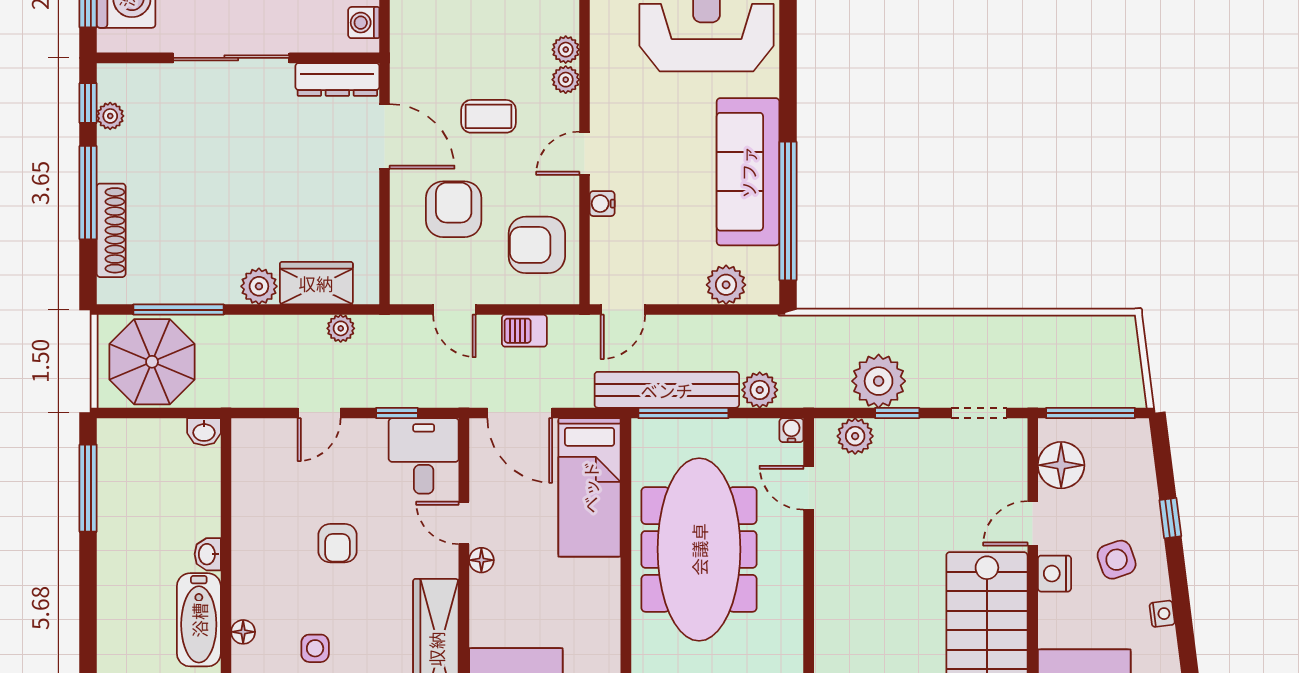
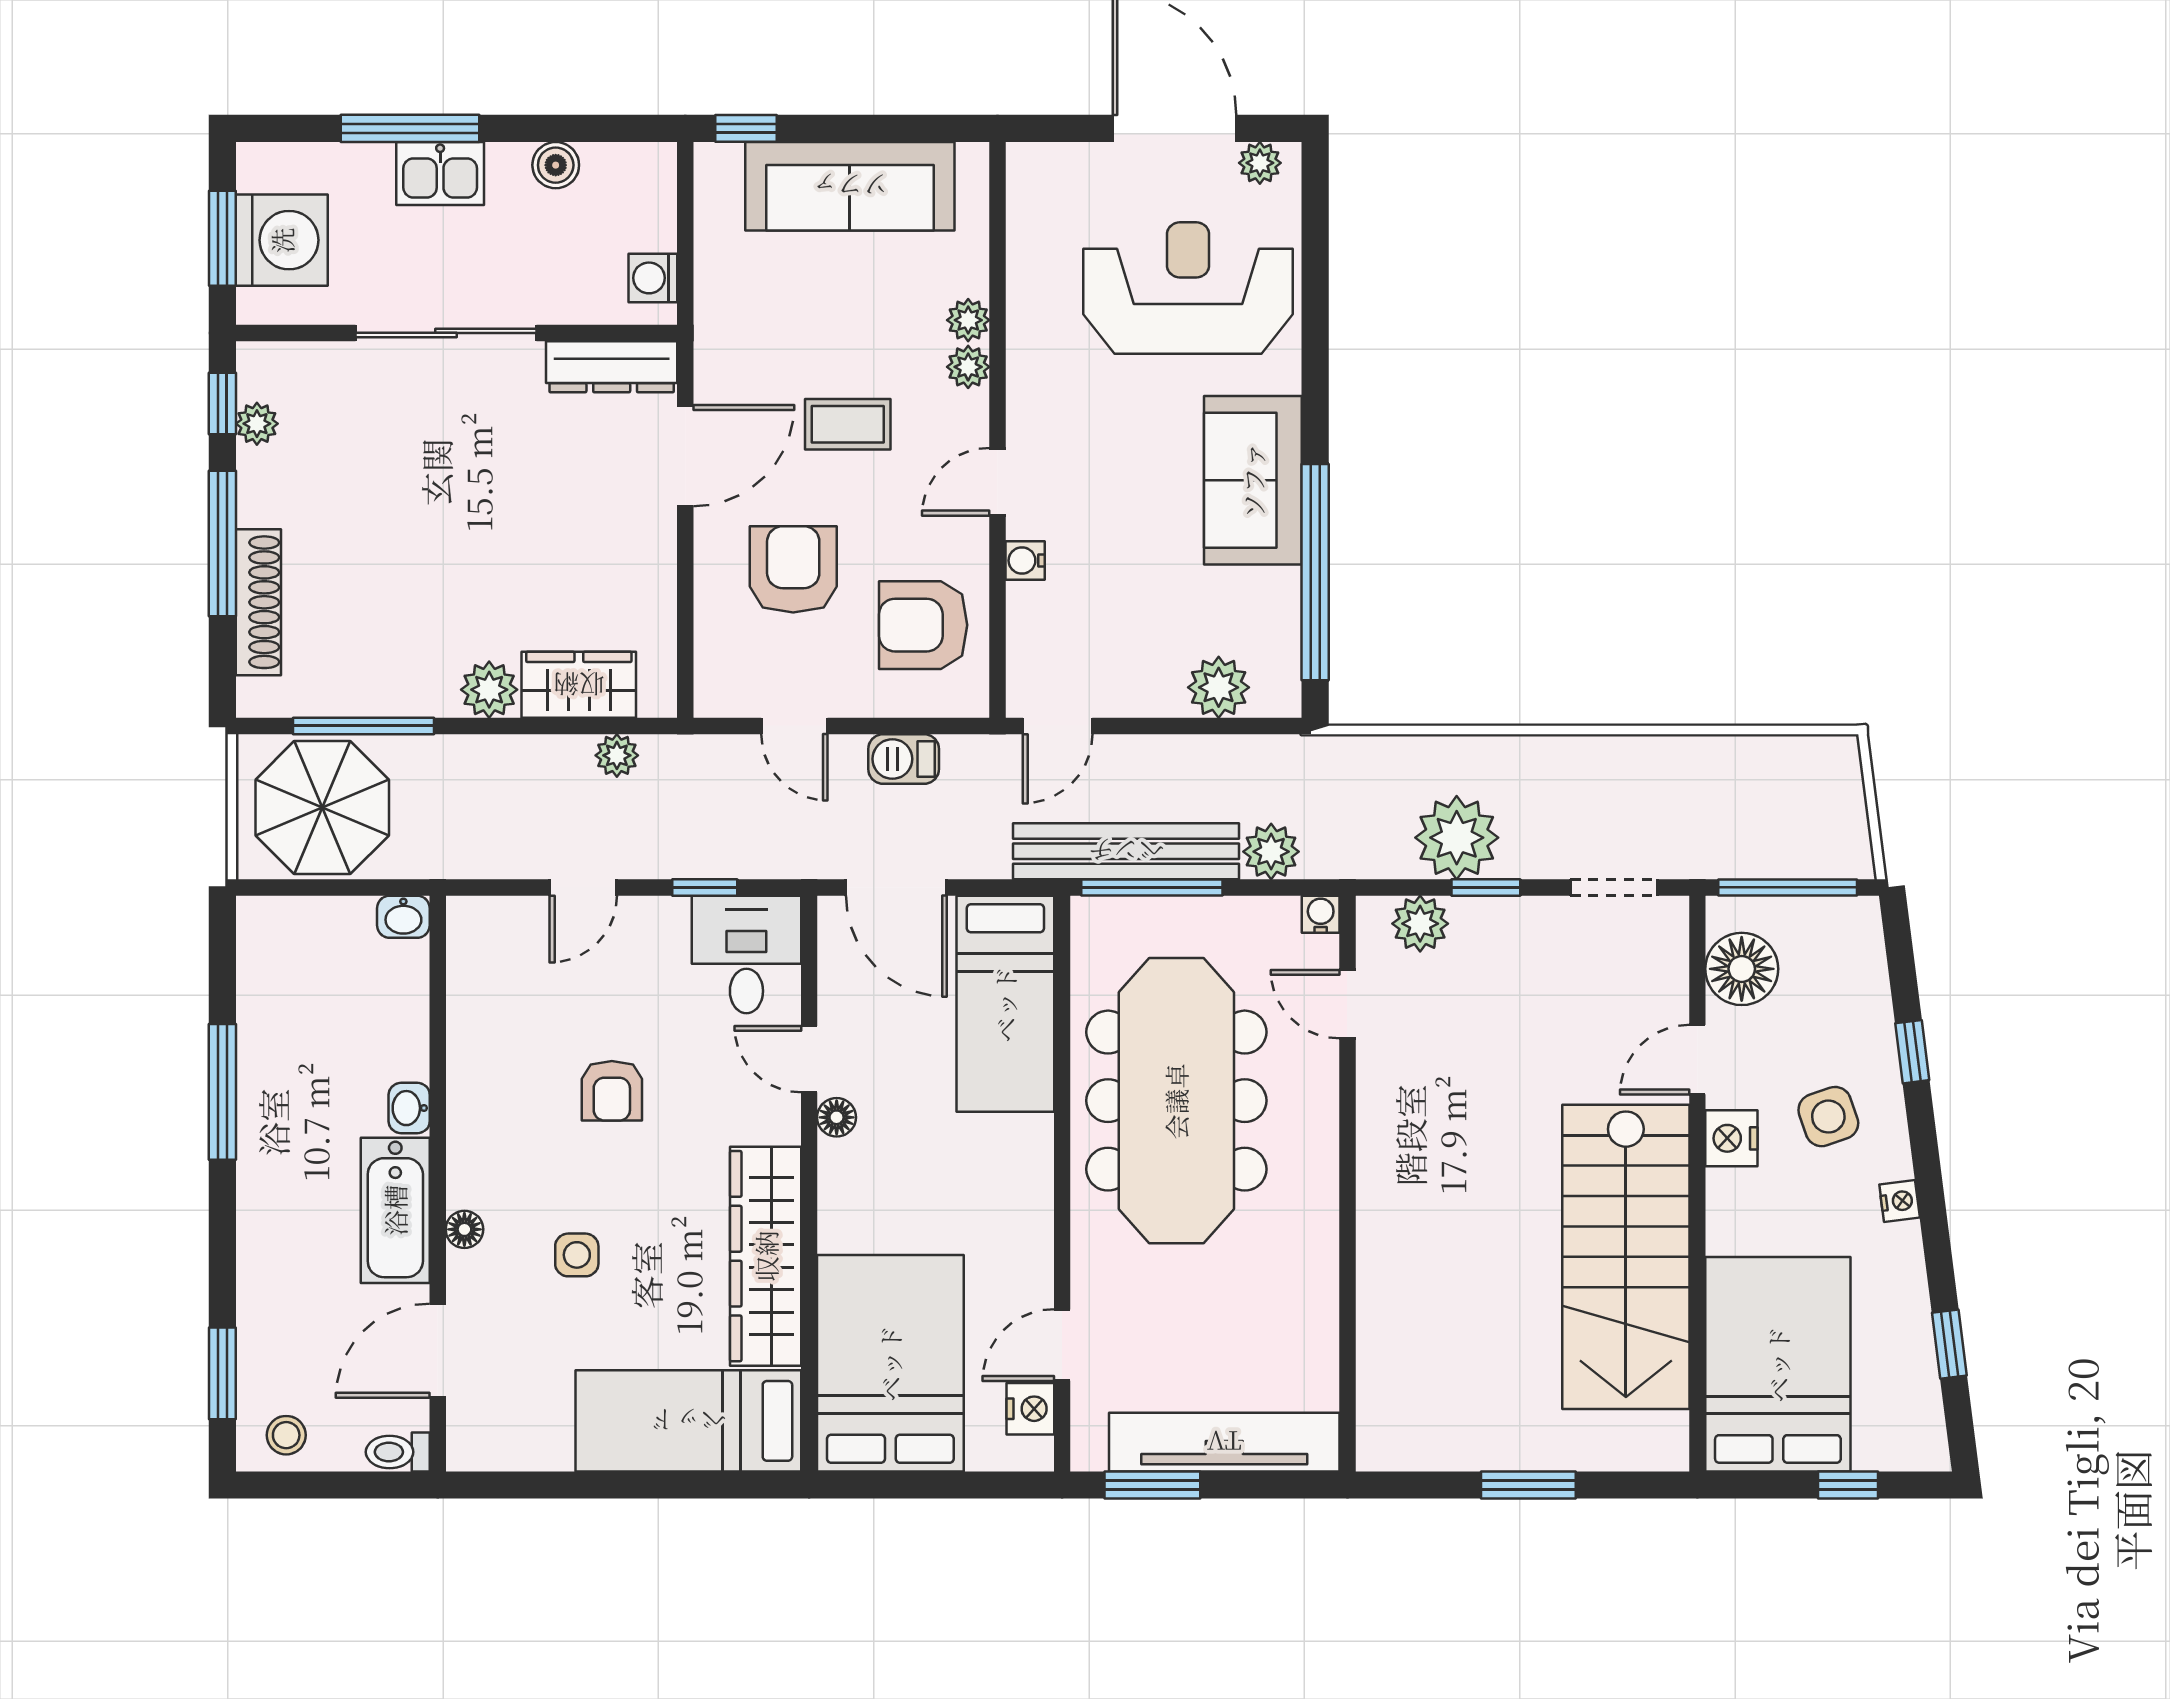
door: (385, 136) -> (685, 456), hinge flipped
sofa: (748, 172) -> (1253, 480), width x0.73
window: (88, 488) -> (222, 1092), moved

